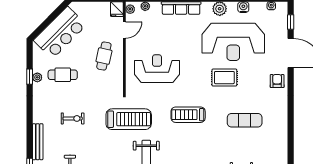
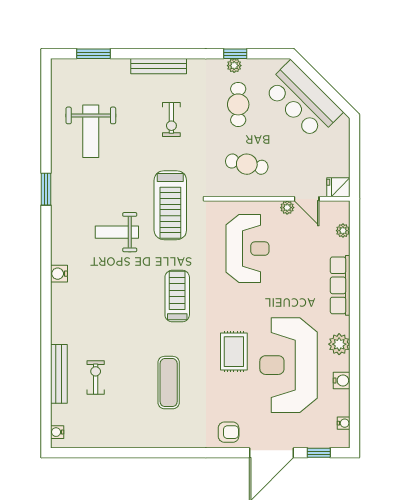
plant: (130, 9) -> (287, 208), moved
cafe table: (104, 56) -> (247, 164), moved
bench: (38, 142) -> (159, 66), moved

